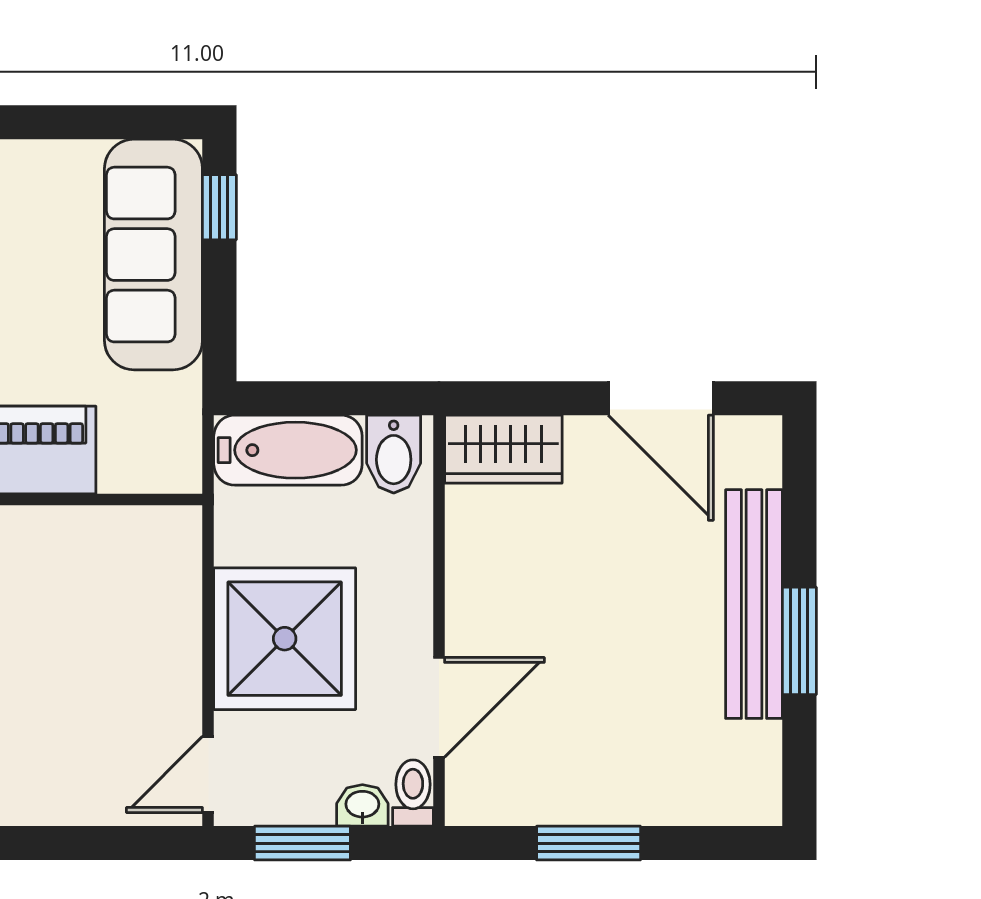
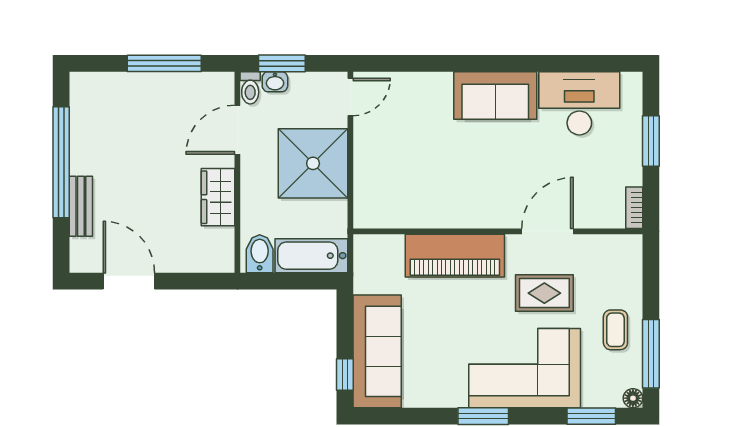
wardrobe: (503, 449) -> (218, 197), moved, turned -90
bench: (754, 604) -> (81, 206), width x0.54, depth x0.82
window: (799, 641) -> (61, 162), width x2.11
window: (302, 843) -> (282, 63), moved
window: (589, 843) -> (164, 63), width x1.44

